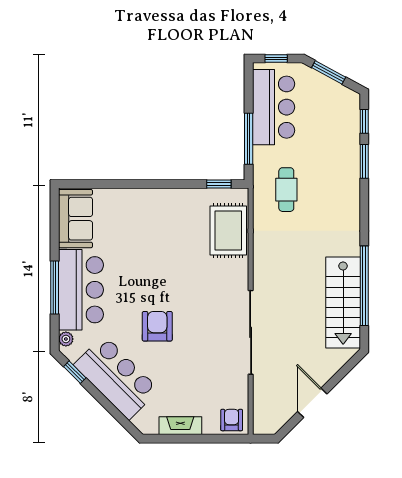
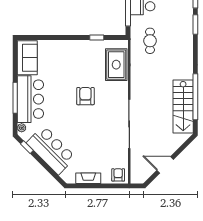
window: (219, 184) -> (97, 38), moved
armchair: (157, 326) -> (85, 96), moved
door: (312, 403) -> (165, 165), hinge flipped

